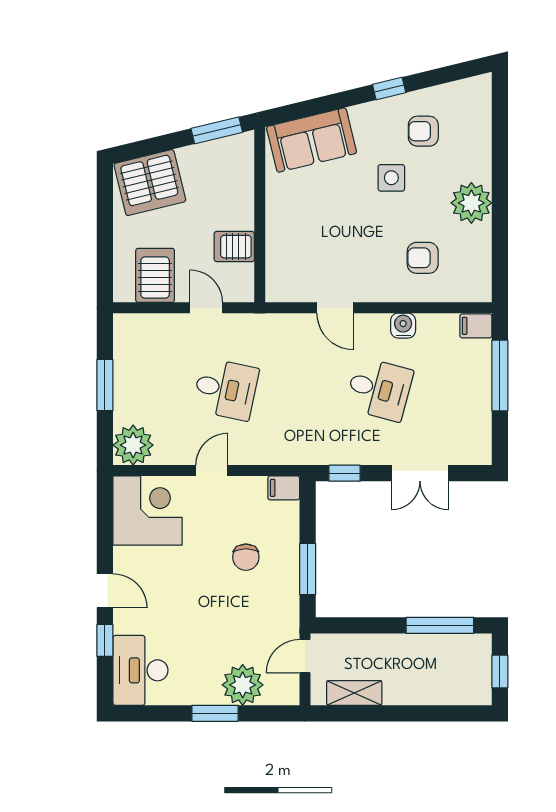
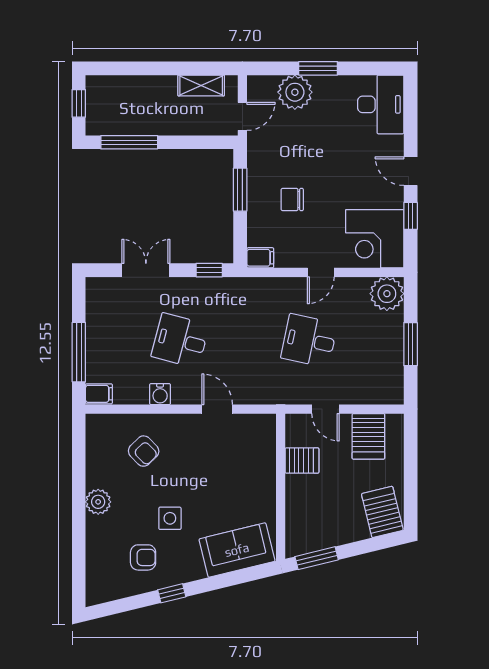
server rack: (150, 183) -> (382, 512), width x0.62
plant: (471, 203) -> (98, 502), width x0.73, depth x0.73
armchair: (423, 258) -> (144, 451), turned 46
chair: (246, 557) -> (292, 200), turned -90
window: (105, 640) -> (411, 216), moved

